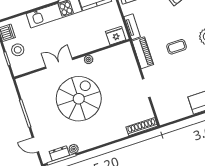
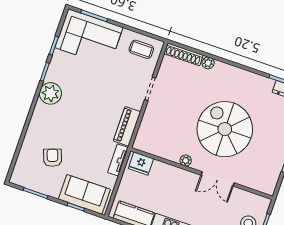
coffee table: (177, 47) -> (141, 49), moved
spiral stairs: (79, 99) -> (225, 129), turned 90
plant: (74, 149) -> (208, 63), moved

